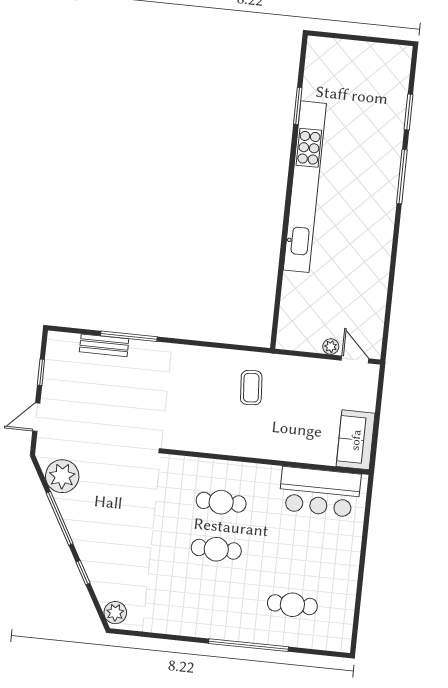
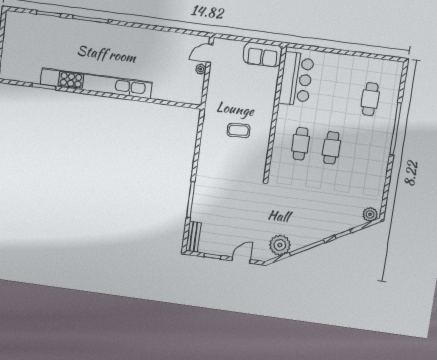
bench: (104, 345) -> (193, 237), moved
coffee table: (251, 388) -> (238, 130), moved
door: (36, 417) -> (241, 260), swing flipped

